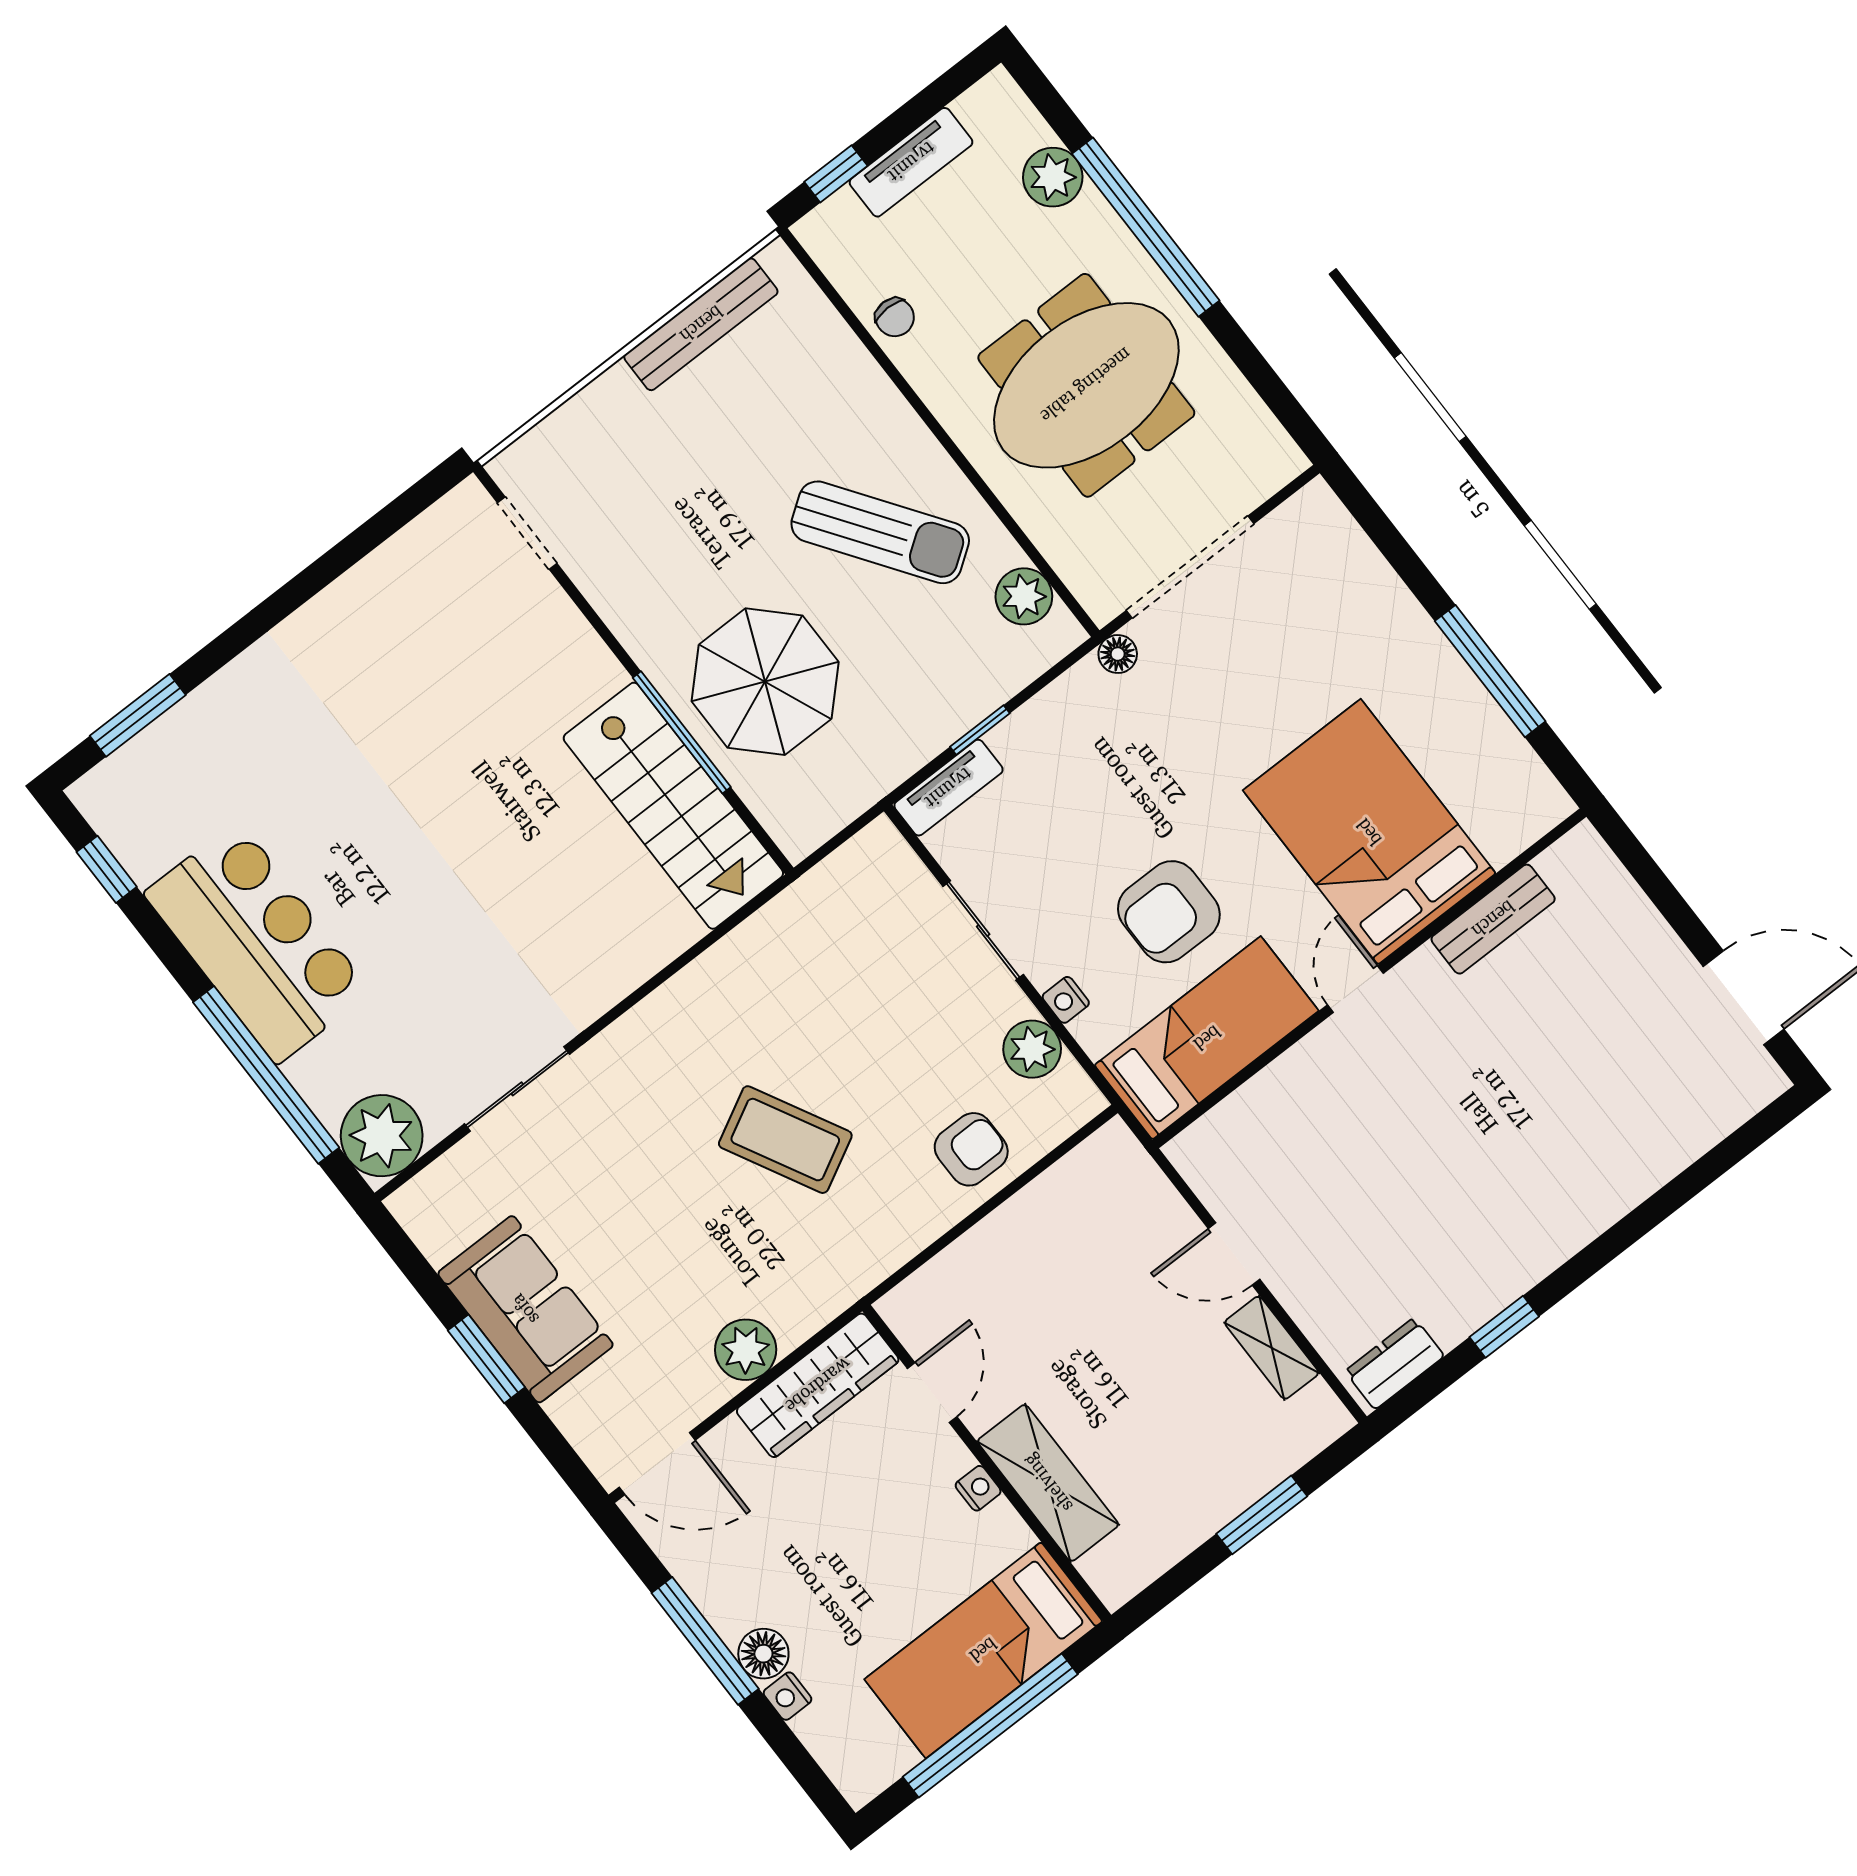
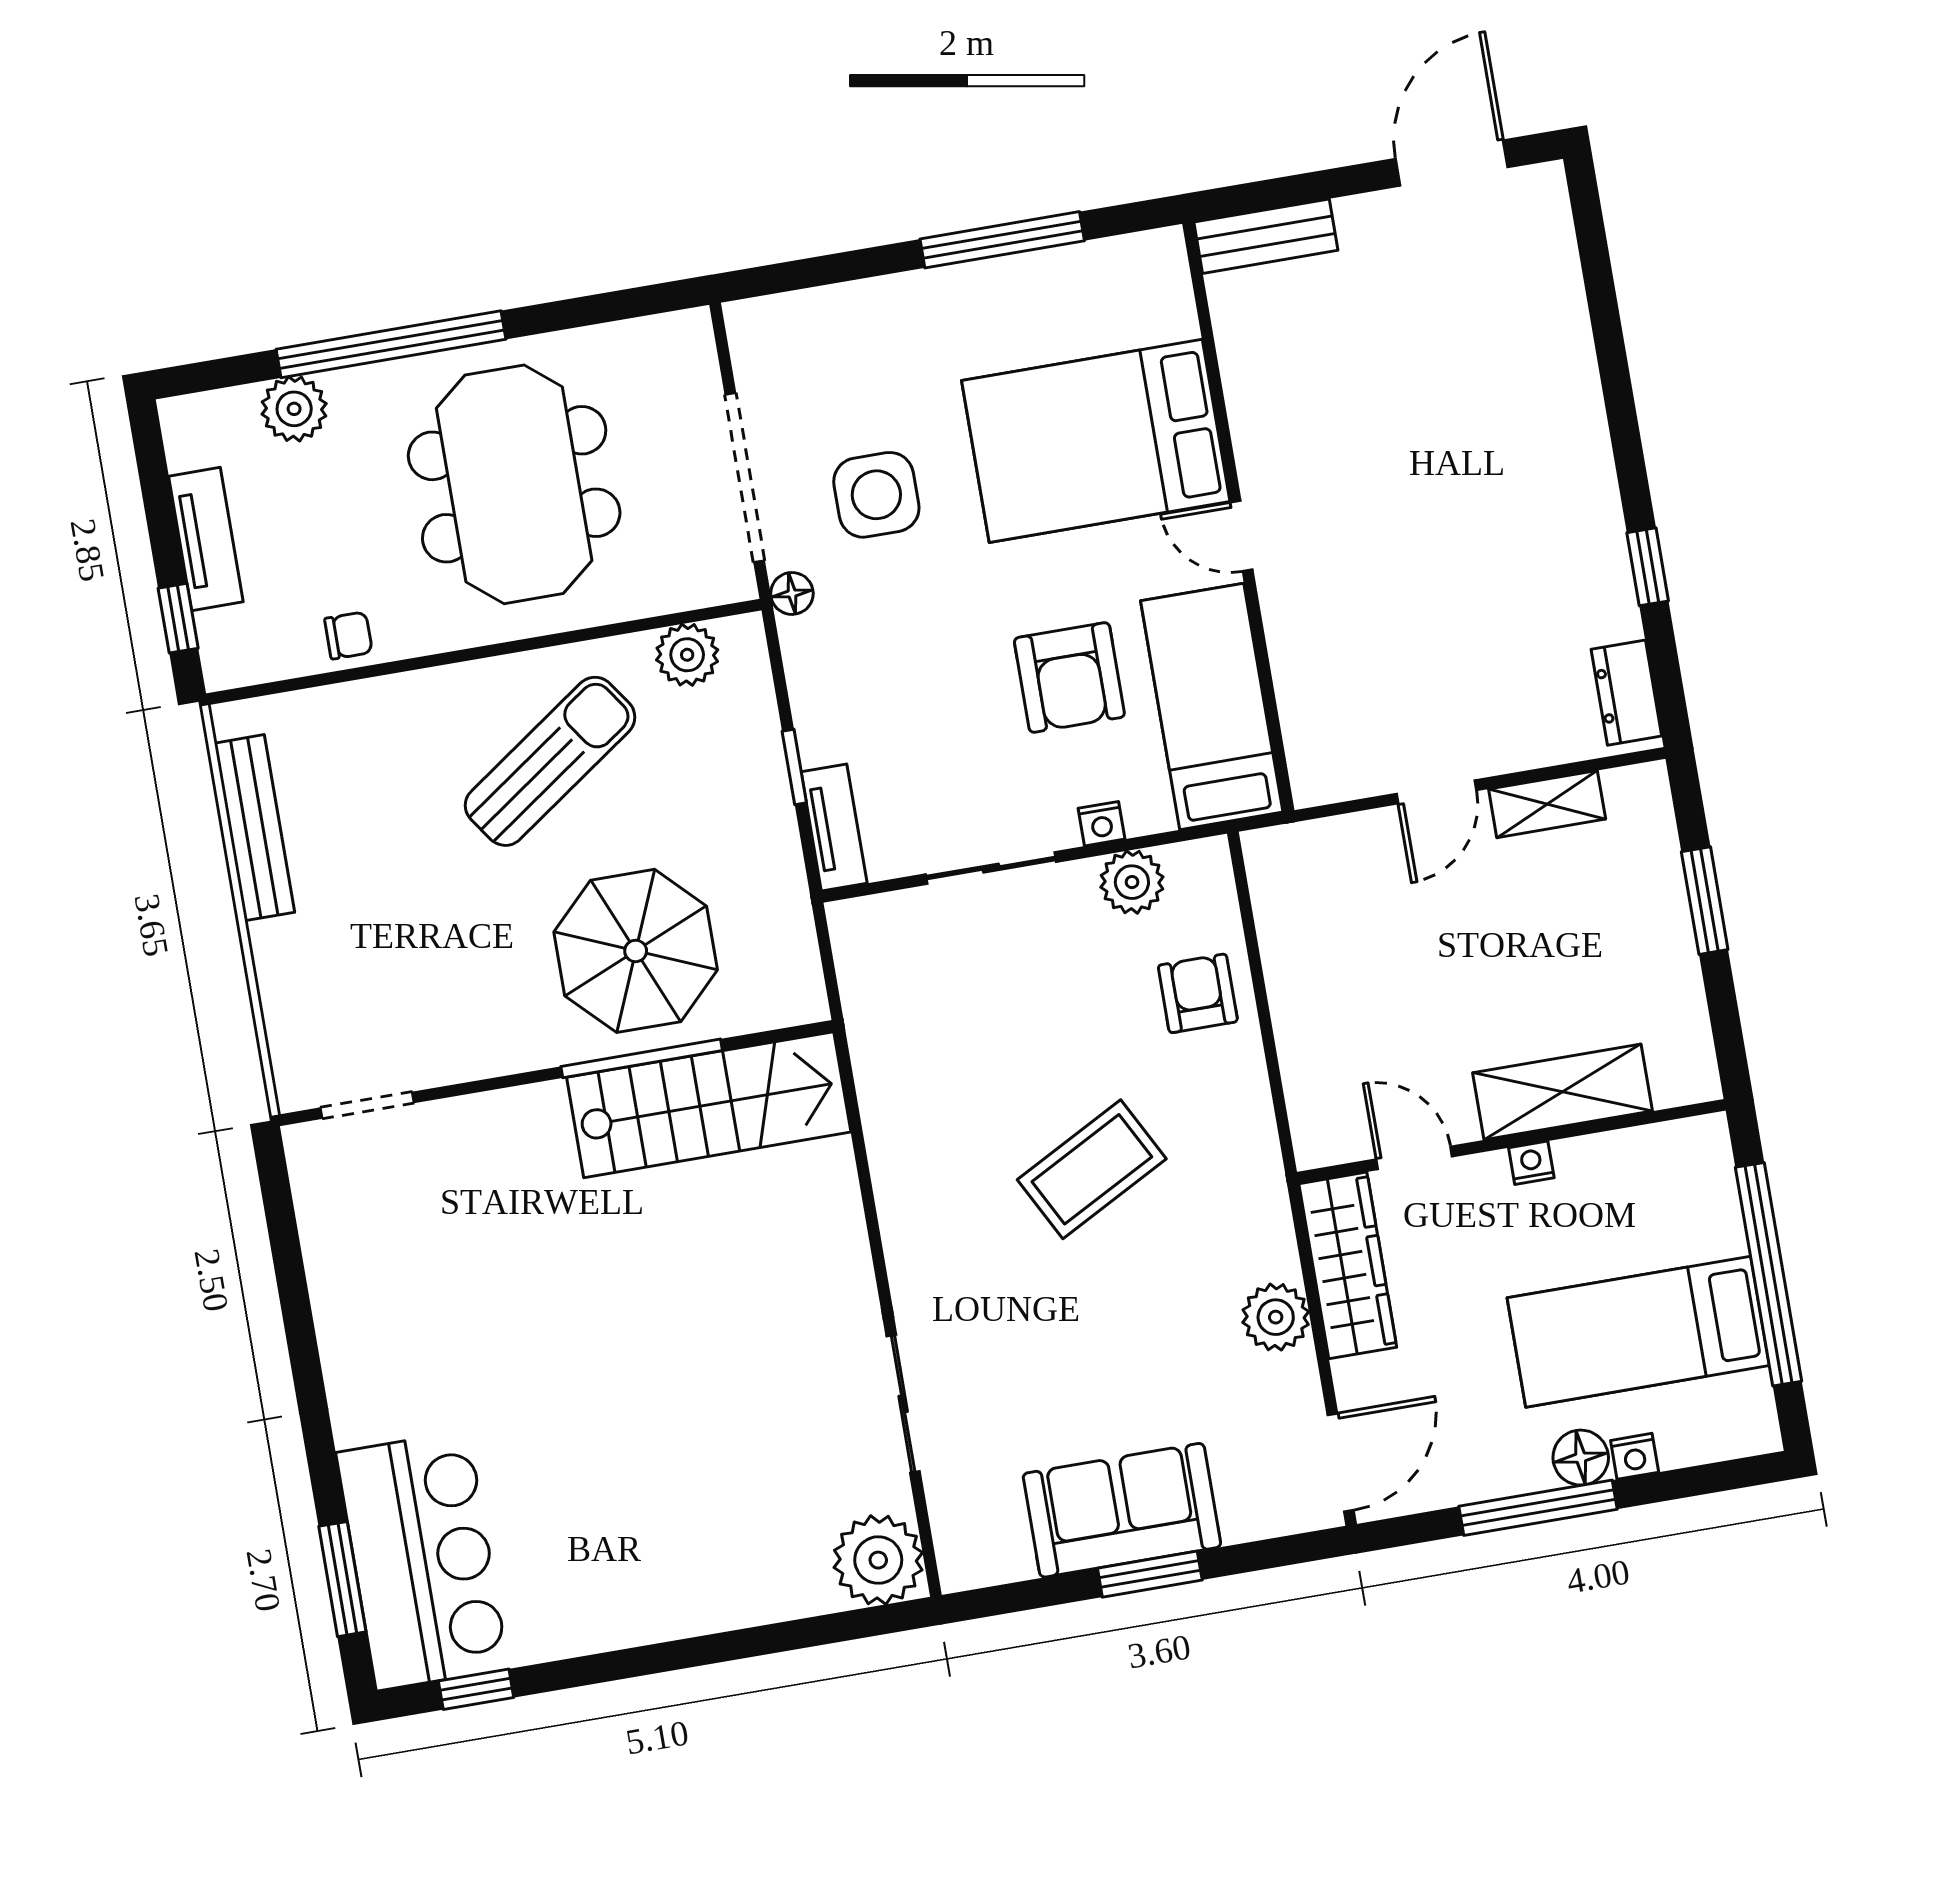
side table: (1233, 679) -> (876, 495), added
bench: (1493, 919) -> (1266, 236), moved, turned 90
bar counter: (257, 942) -> (422, 1561), moved, turned 90
window: (266, 1075) -> (759, 1641), removed
bed: (983, 1650) -> (1638, 1332), moved, turned 90

